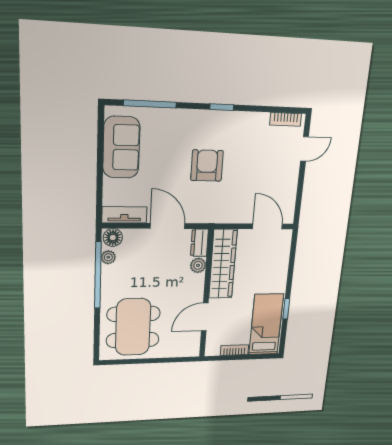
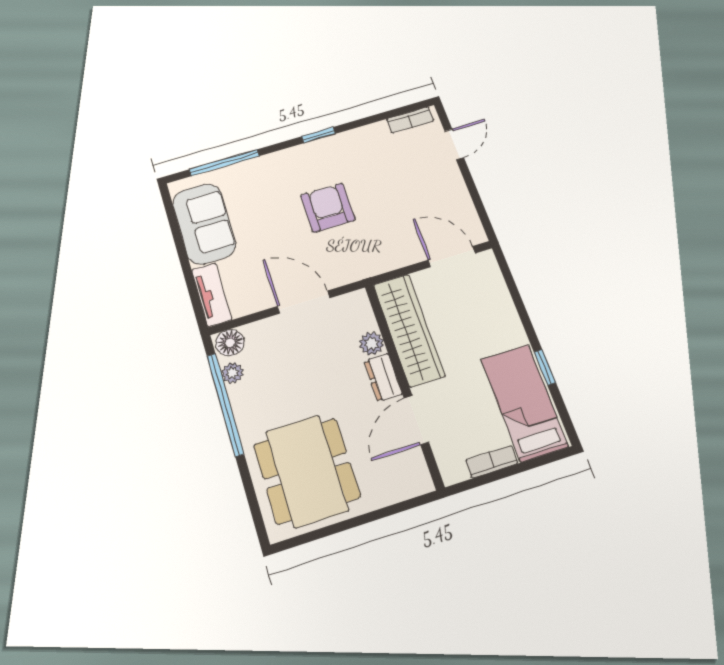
tv unit: (124, 215) -> (212, 295), moved, turned 90
dresser: (199, 243) -> (383, 377), moved

